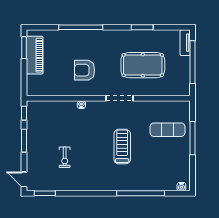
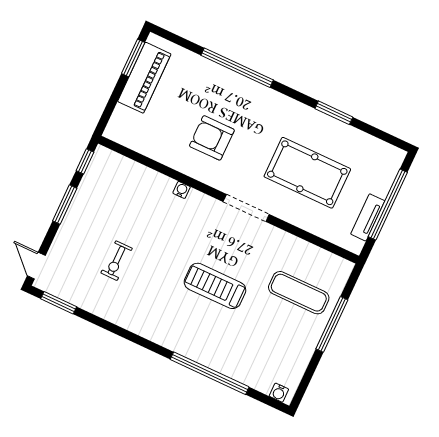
tv unit: (185, 43) -> (368, 217), moved
treadmill: (122, 147) -> (215, 286), turned -90

